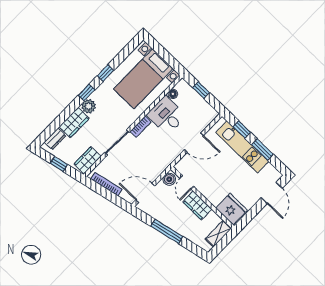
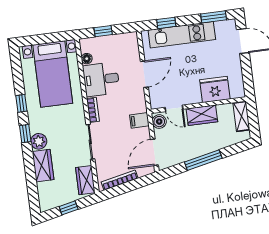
dresser: (55, 139) -> (44, 194), removed
window: (262, 149) -> (214, 17), moved
filing cabinet: (159, 165) -> (139, 120), added
fridge: (232, 209) -> (215, 89), moved

